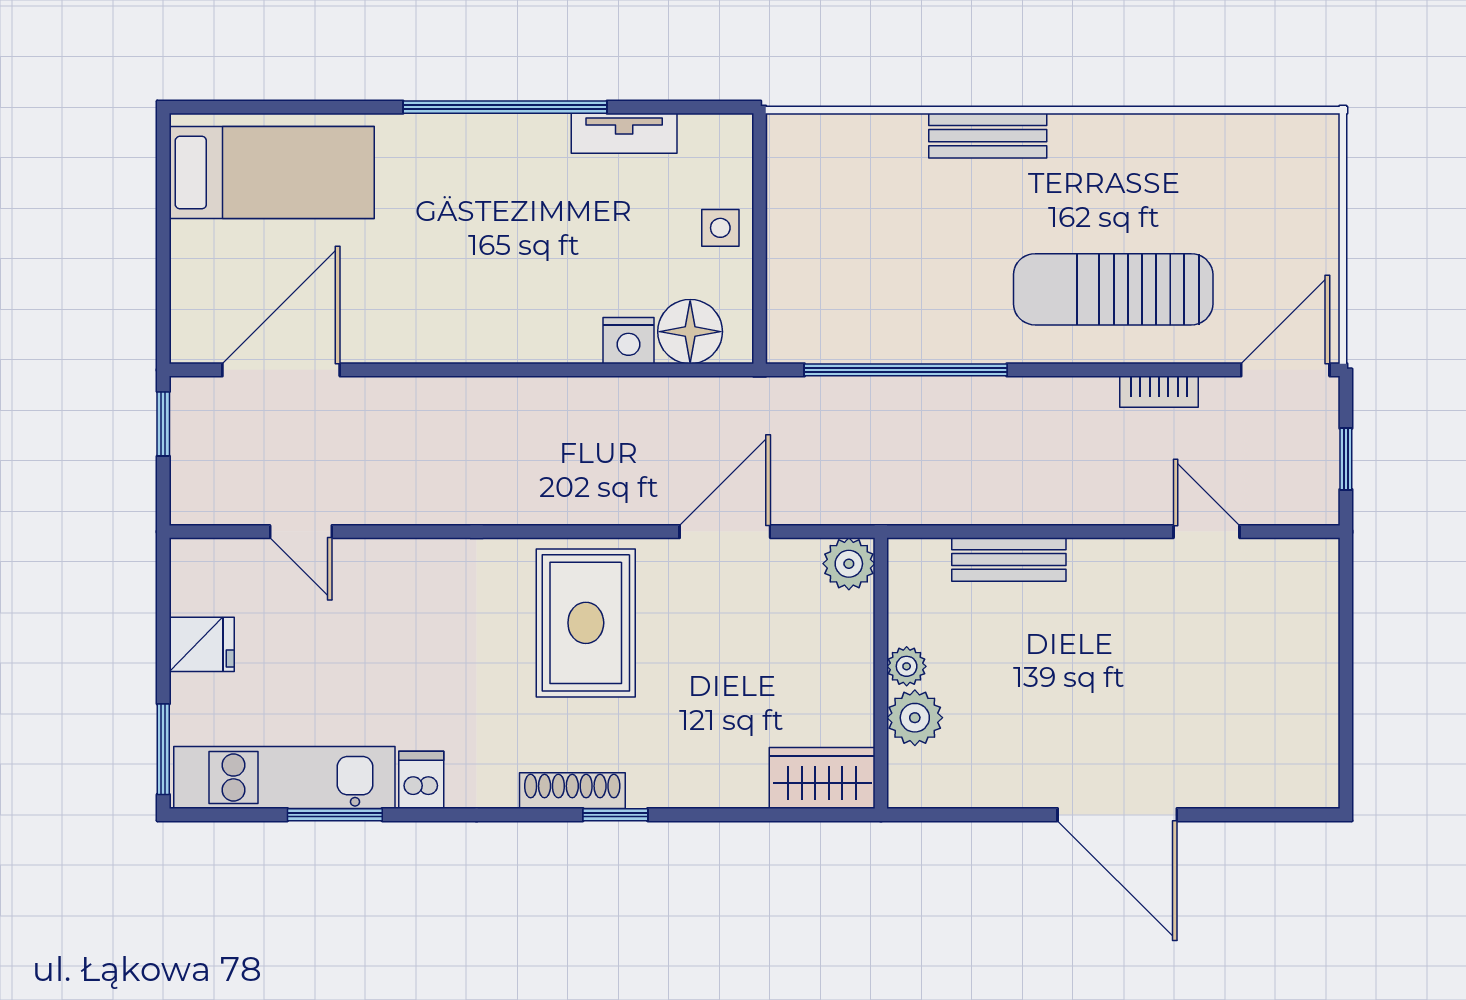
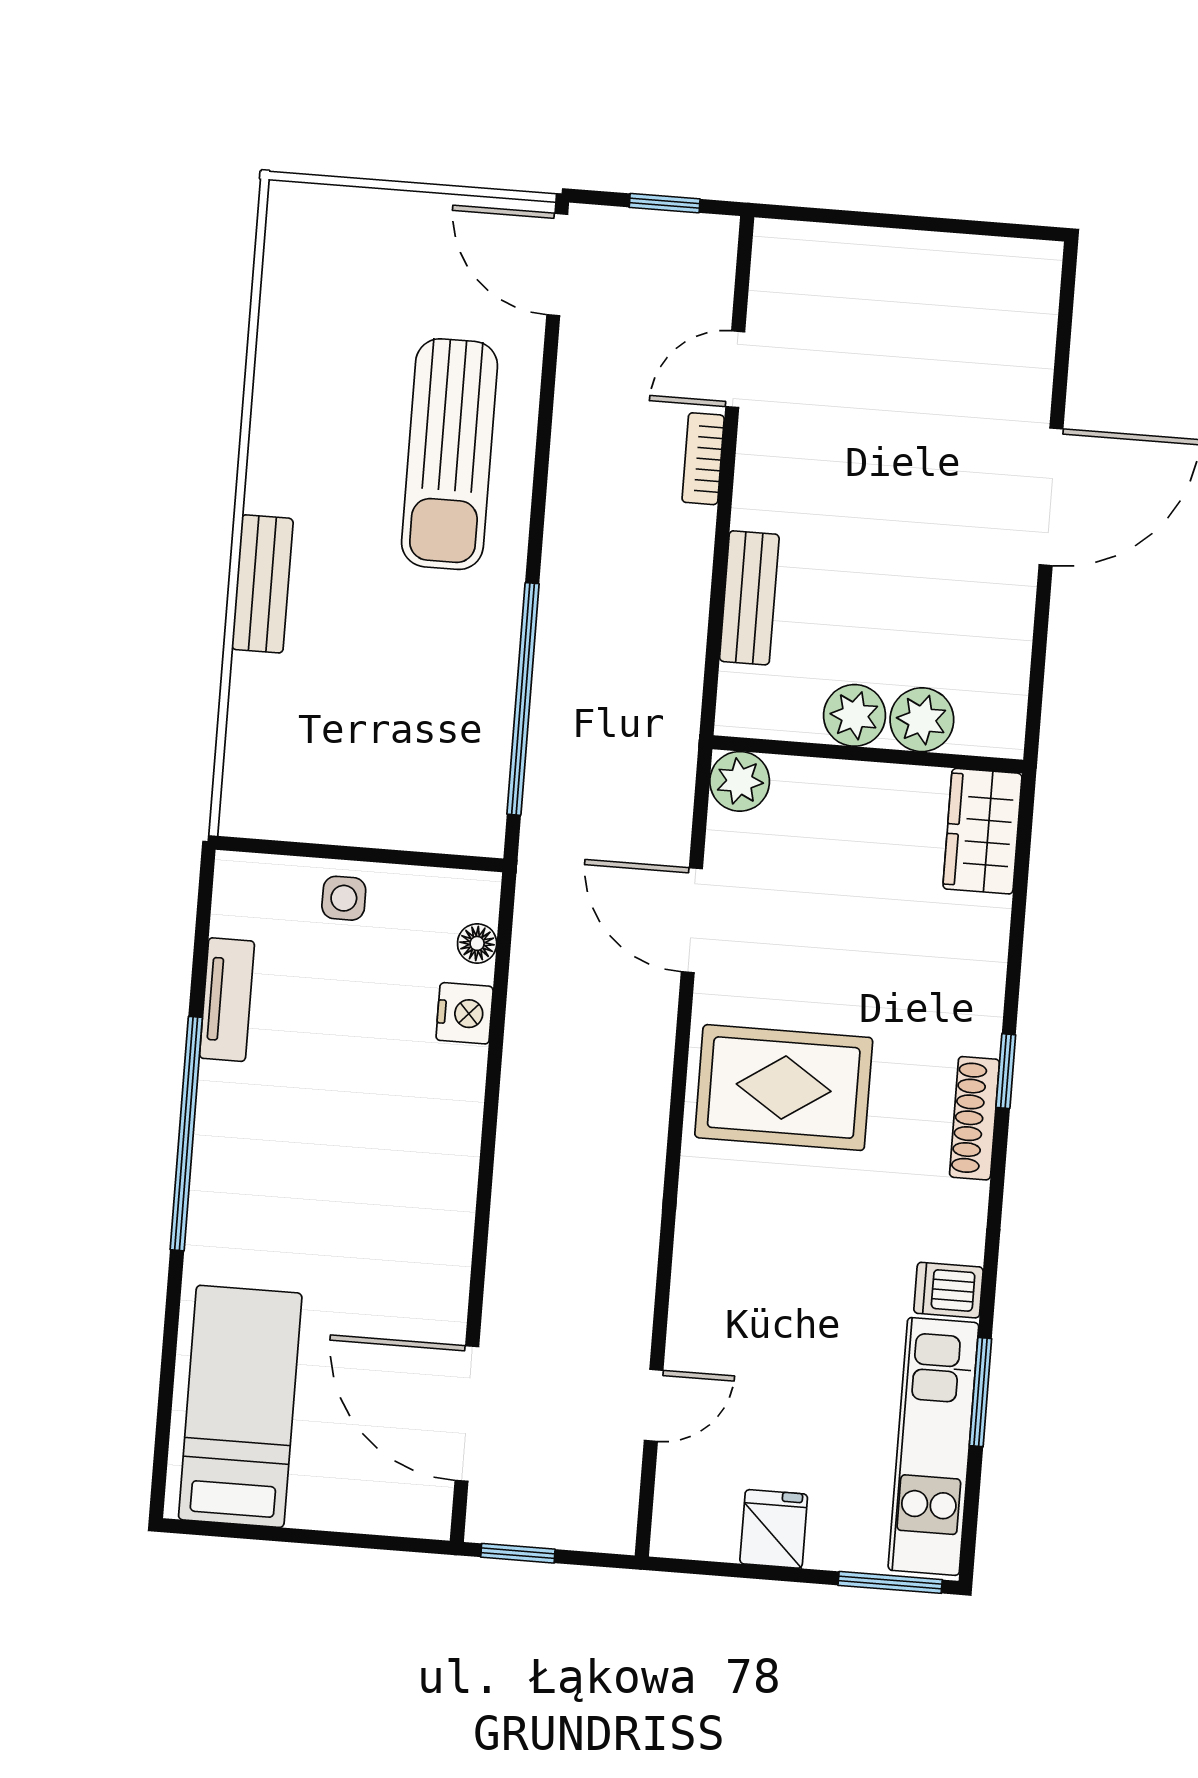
floor lamp: (690, 332) -> (477, 943), width x0.53, depth x0.53
bookcase: (1159, 392) -> (703, 459), moved, turned 180
plant: (907, 666) -> (855, 715), width x1.38, depth x1.38

